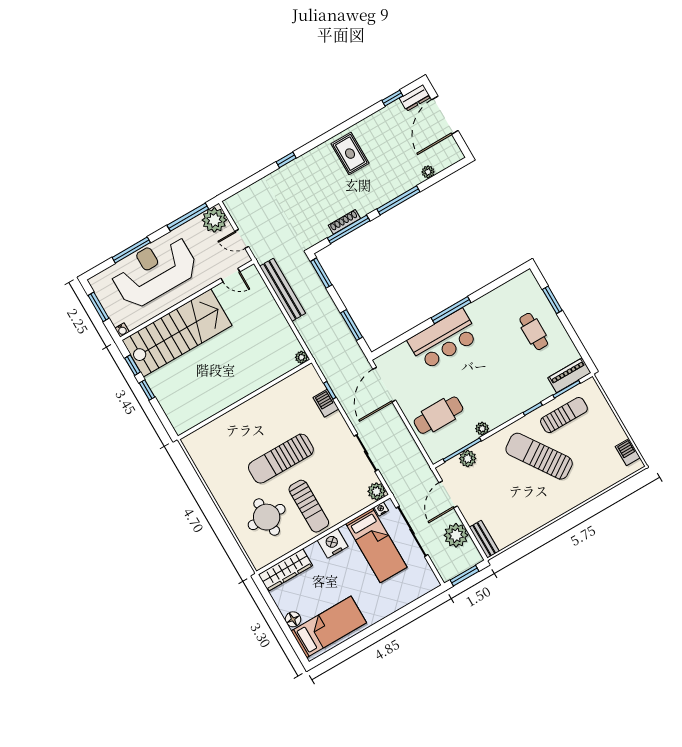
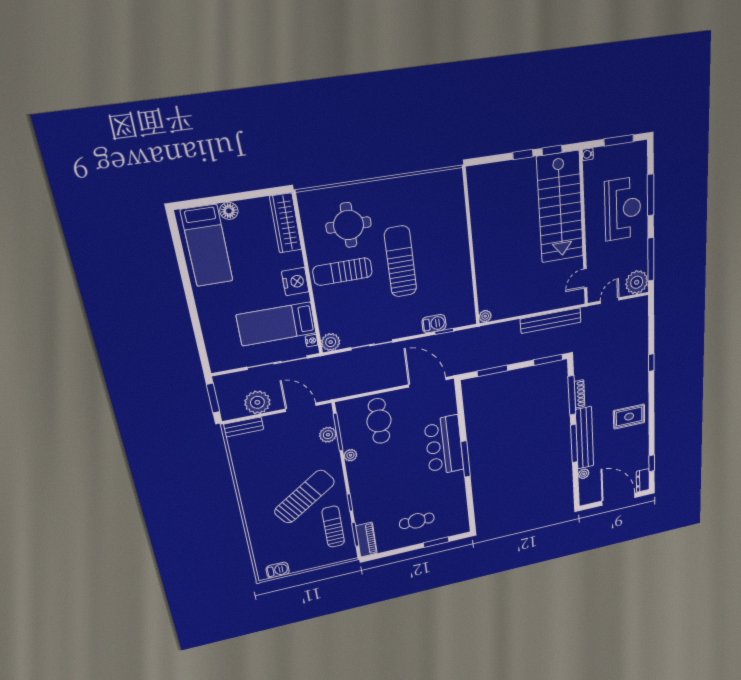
bench: (389, 192) -> (585, 438), added
reception desk: (154, 271) -> (623, 209), width x0.74, depth x0.77
sun lounger: (564, 415) -> (333, 527), turned 180

